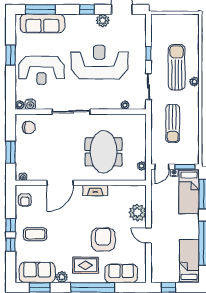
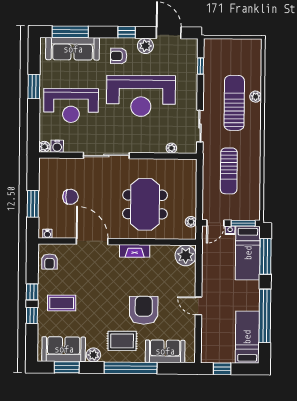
armchair: (81, 29) -> (119, 56), added
window: (148, 53) -> (200, 66), moved
reception desk: (99, 62) -> (141, 96), turned 180
plant: (194, 82) -> (256, 97), moved
chair: (29, 127) -> (70, 197), moved
door: (60, 183) -> (92, 241), swing flipped
plant: (138, 213) -> (186, 255), moved

